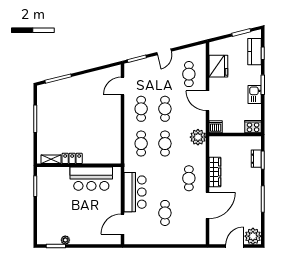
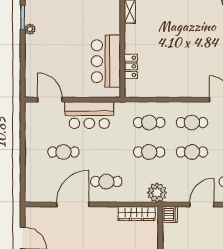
locker: (72, 158) -> (131, 66), moved
wardrobe: (215, 172) -> (136, 213), moved
door: (207, 205) -> (73, 204), swing flipped

